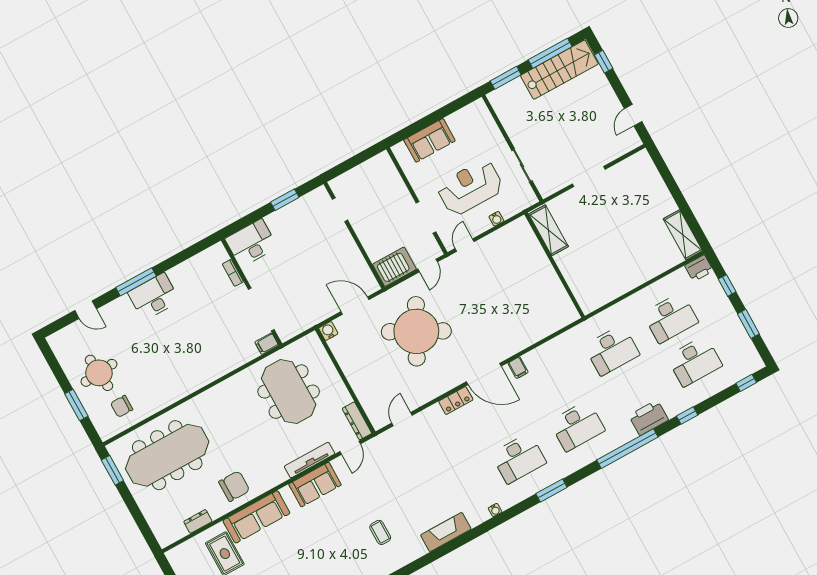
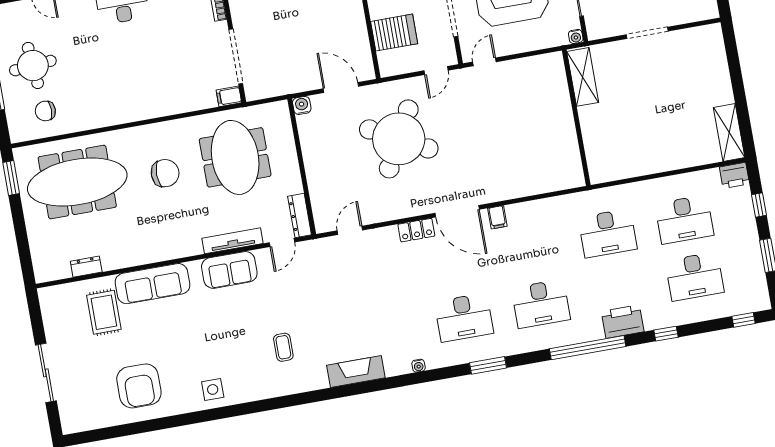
water cooler: (496, 219) -> (576, 36), moved
server rack: (394, 267) -> (394, 33), moved
chair: (234, 486) -> (165, 173), moved

